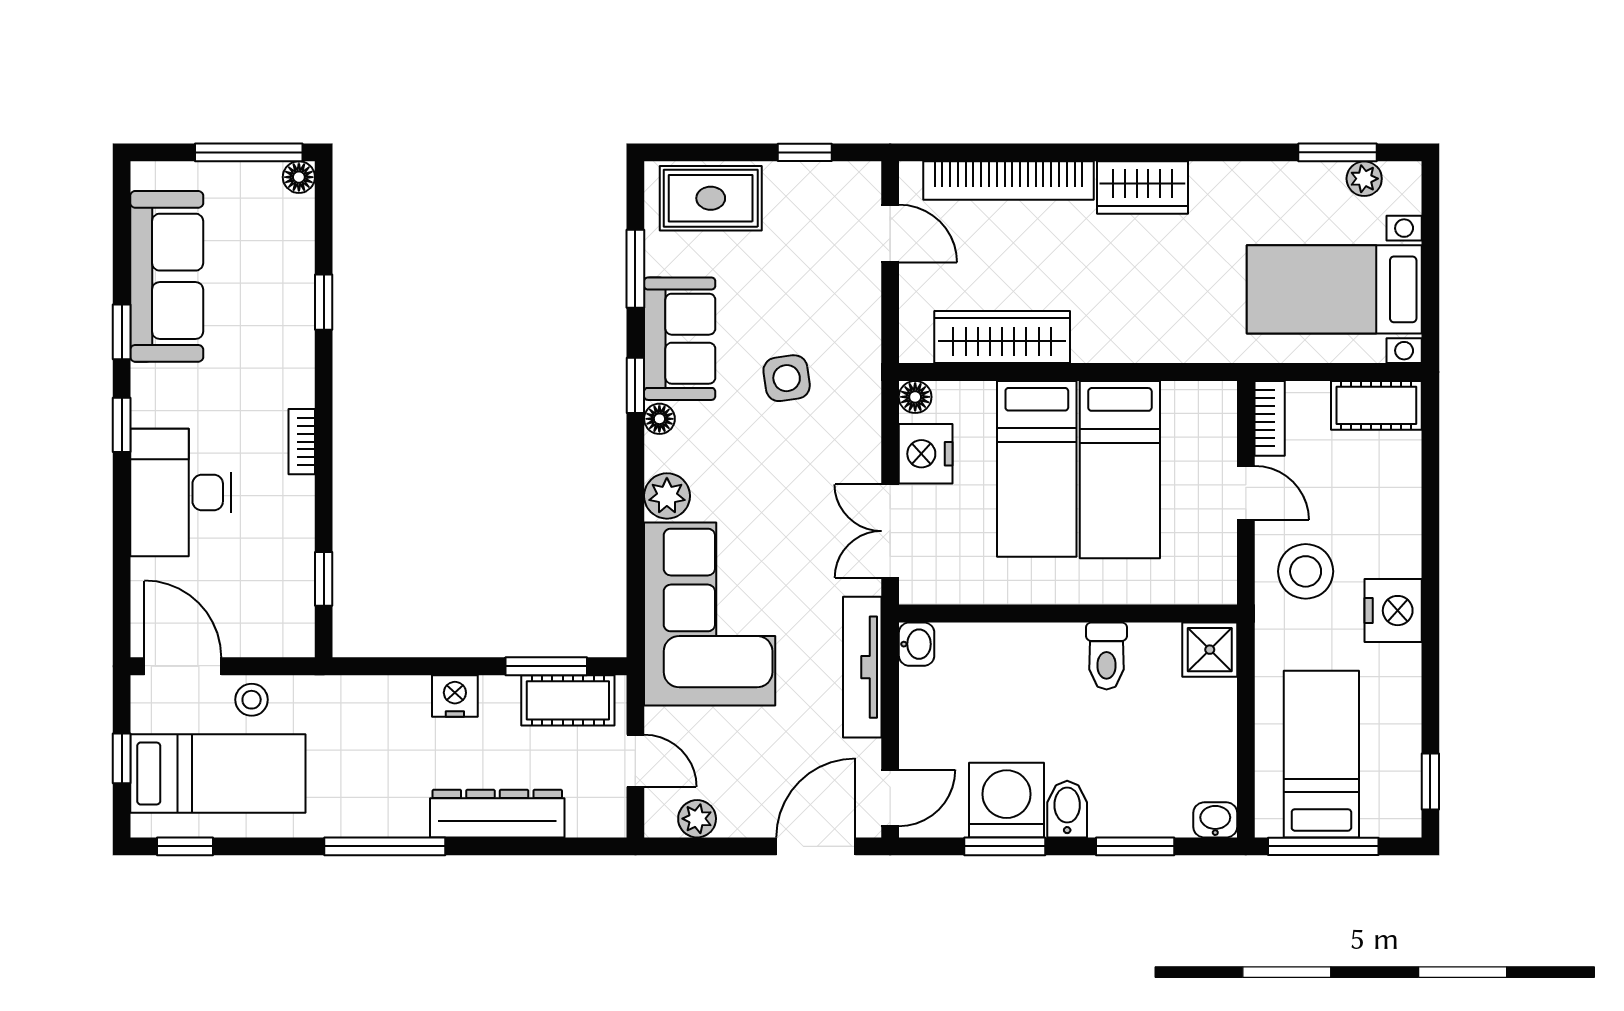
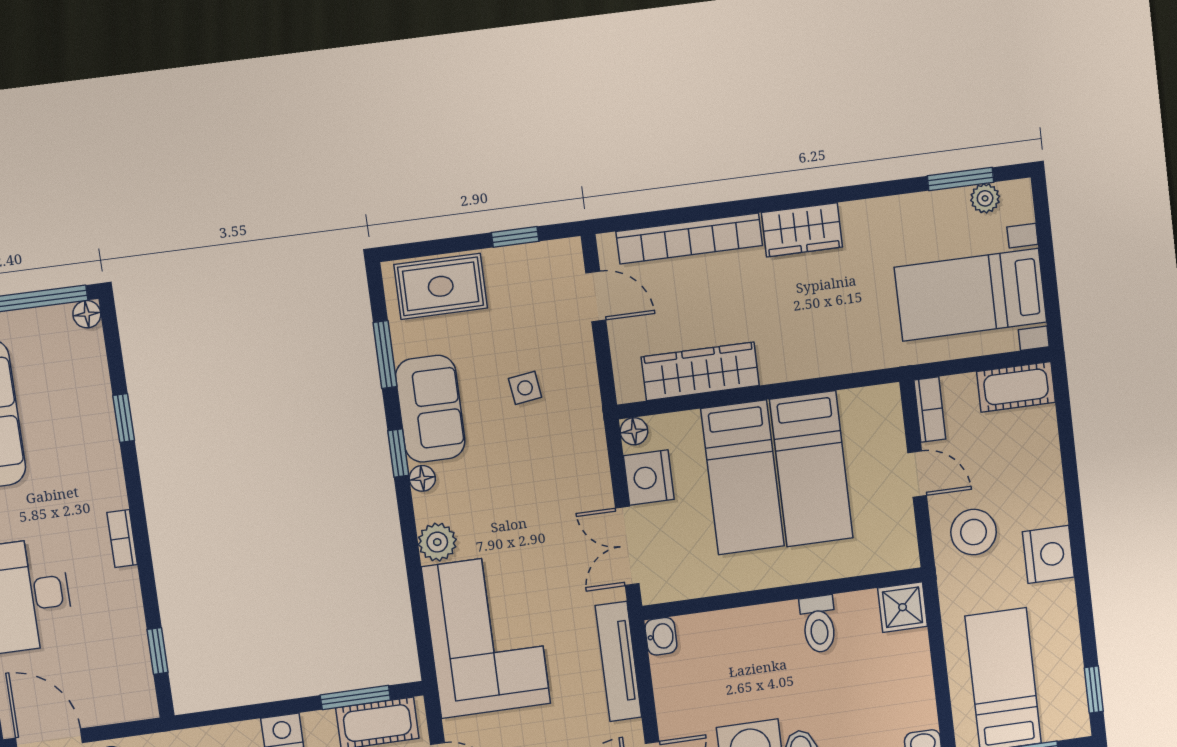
side table: (787, 378) -> (525, 388), moved, width x0.73, depth x0.73

